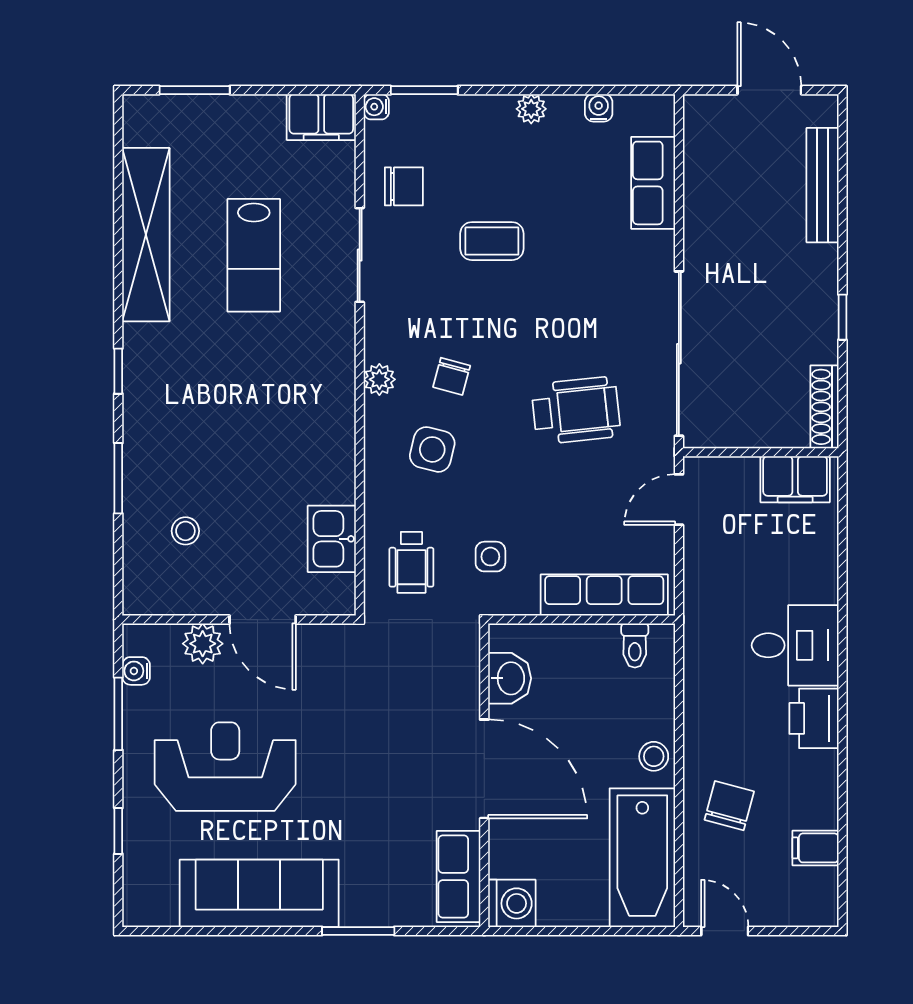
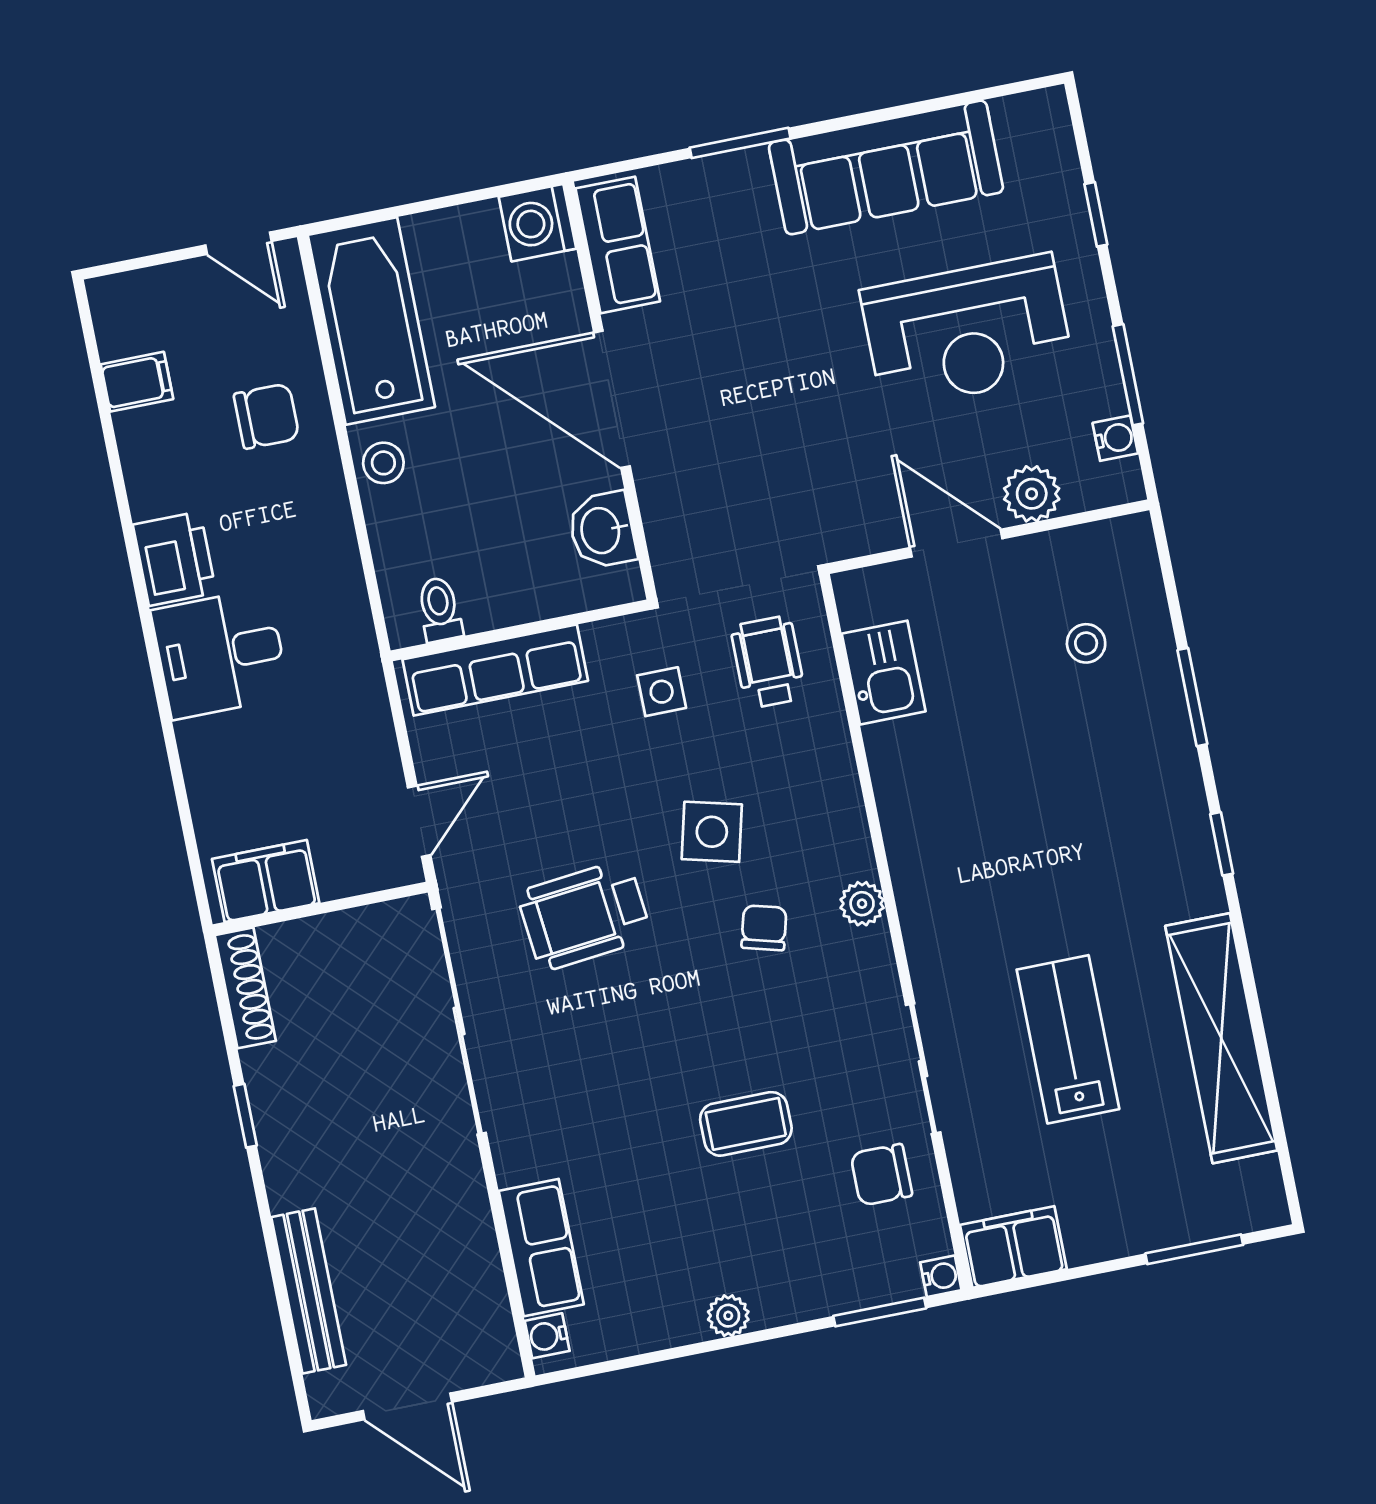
water cooler: (599, 108) -> (547, 1336), moved, turned 90
side table: (432, 449) -> (712, 832), moved
chair: (729, 806) -> (266, 416), turned -105

